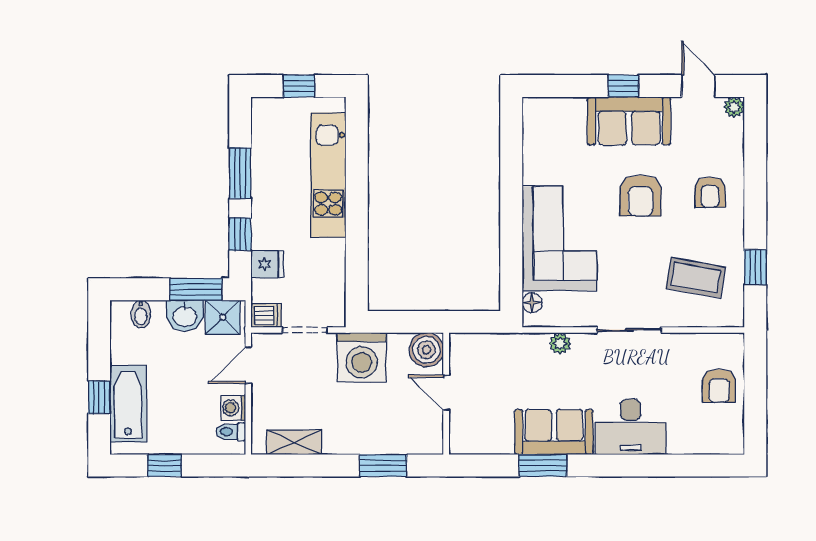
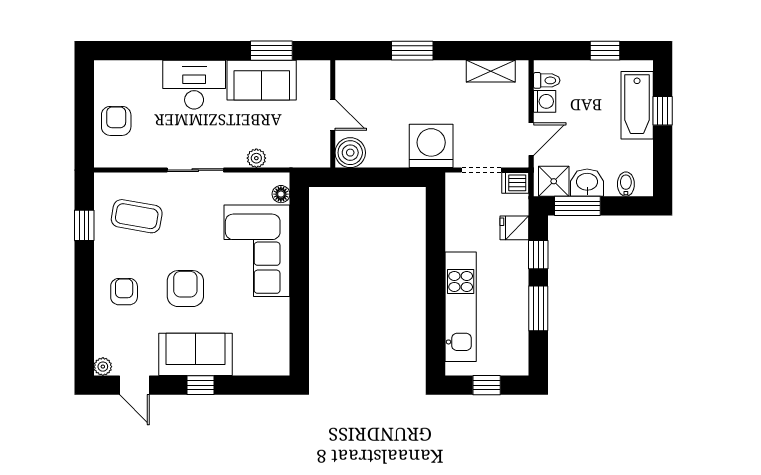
boiler: (426, 350) -> (350, 153), moved
door: (446, 393) -> (333, 115), moved
wall: (446, 394) -> (333, 114), moved

